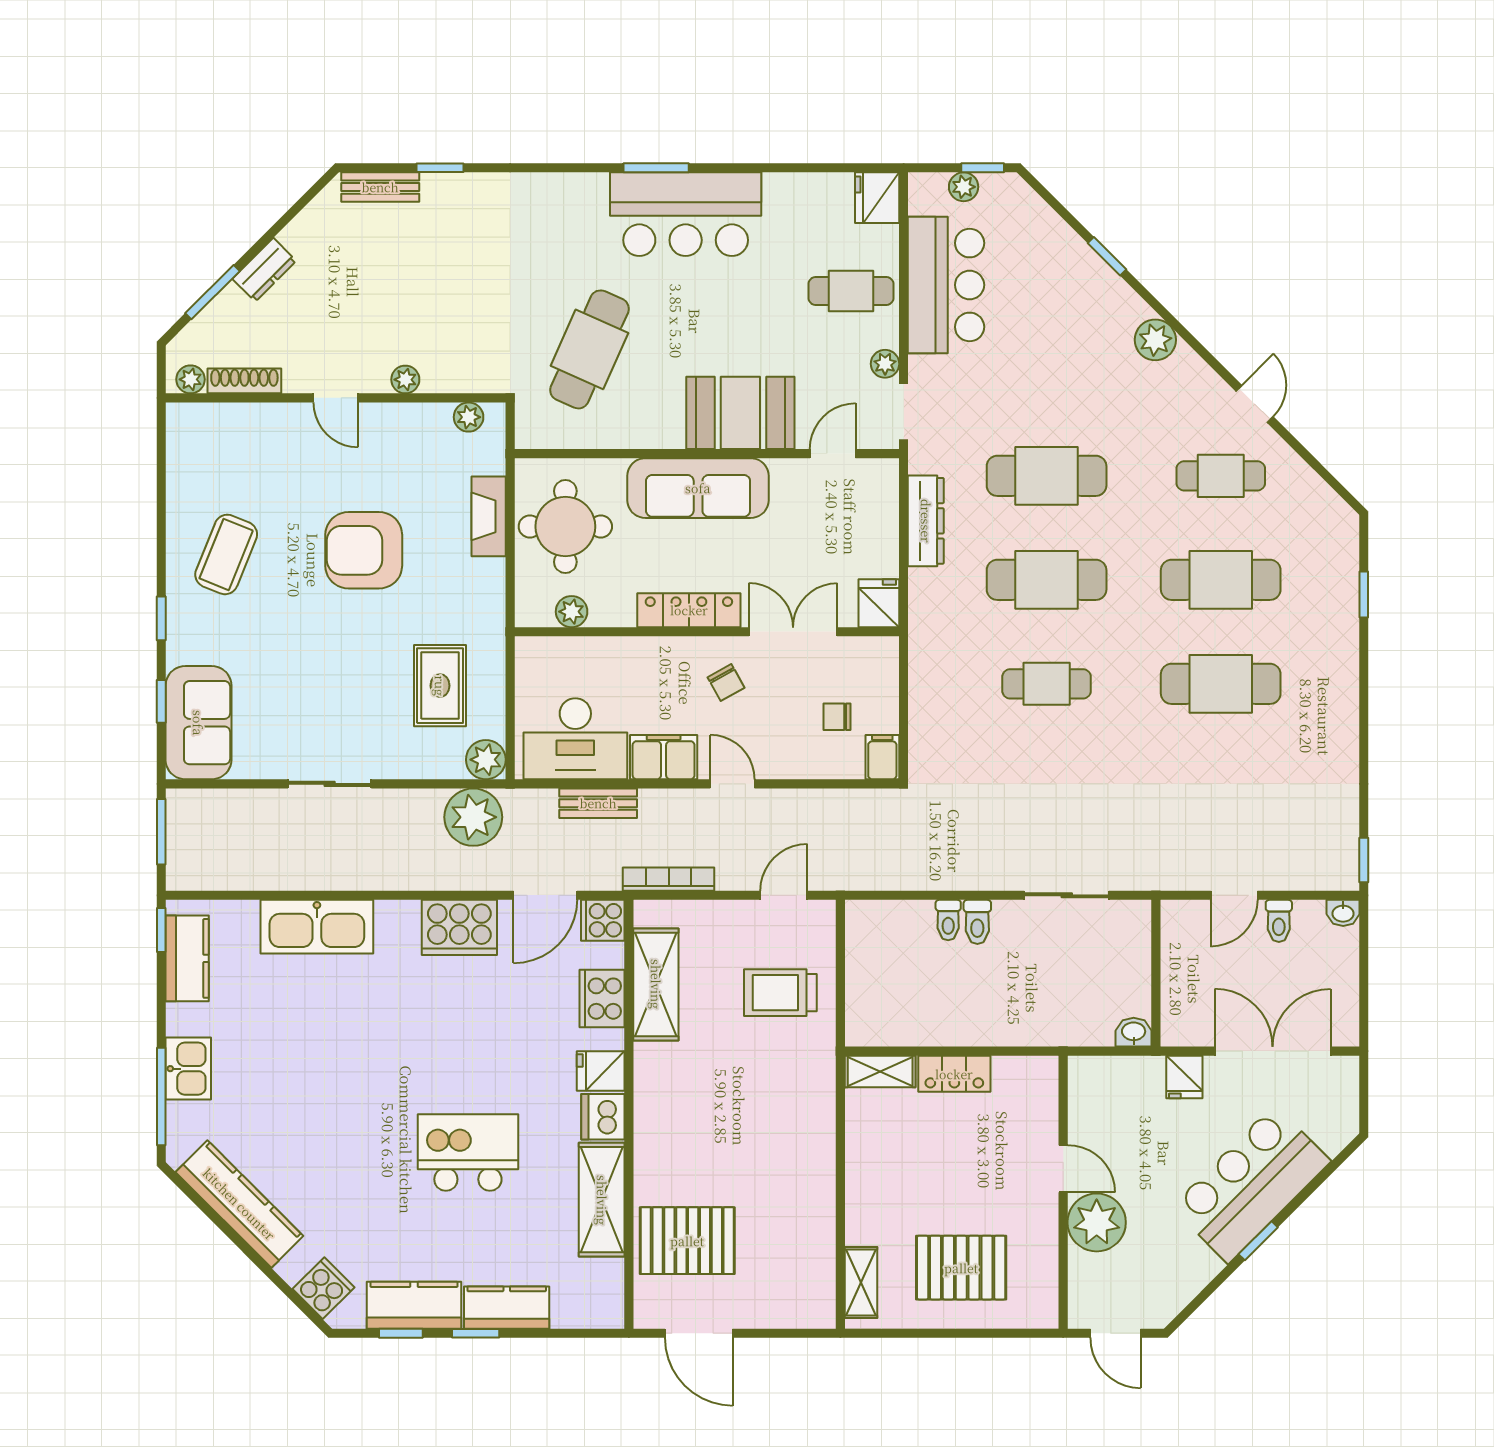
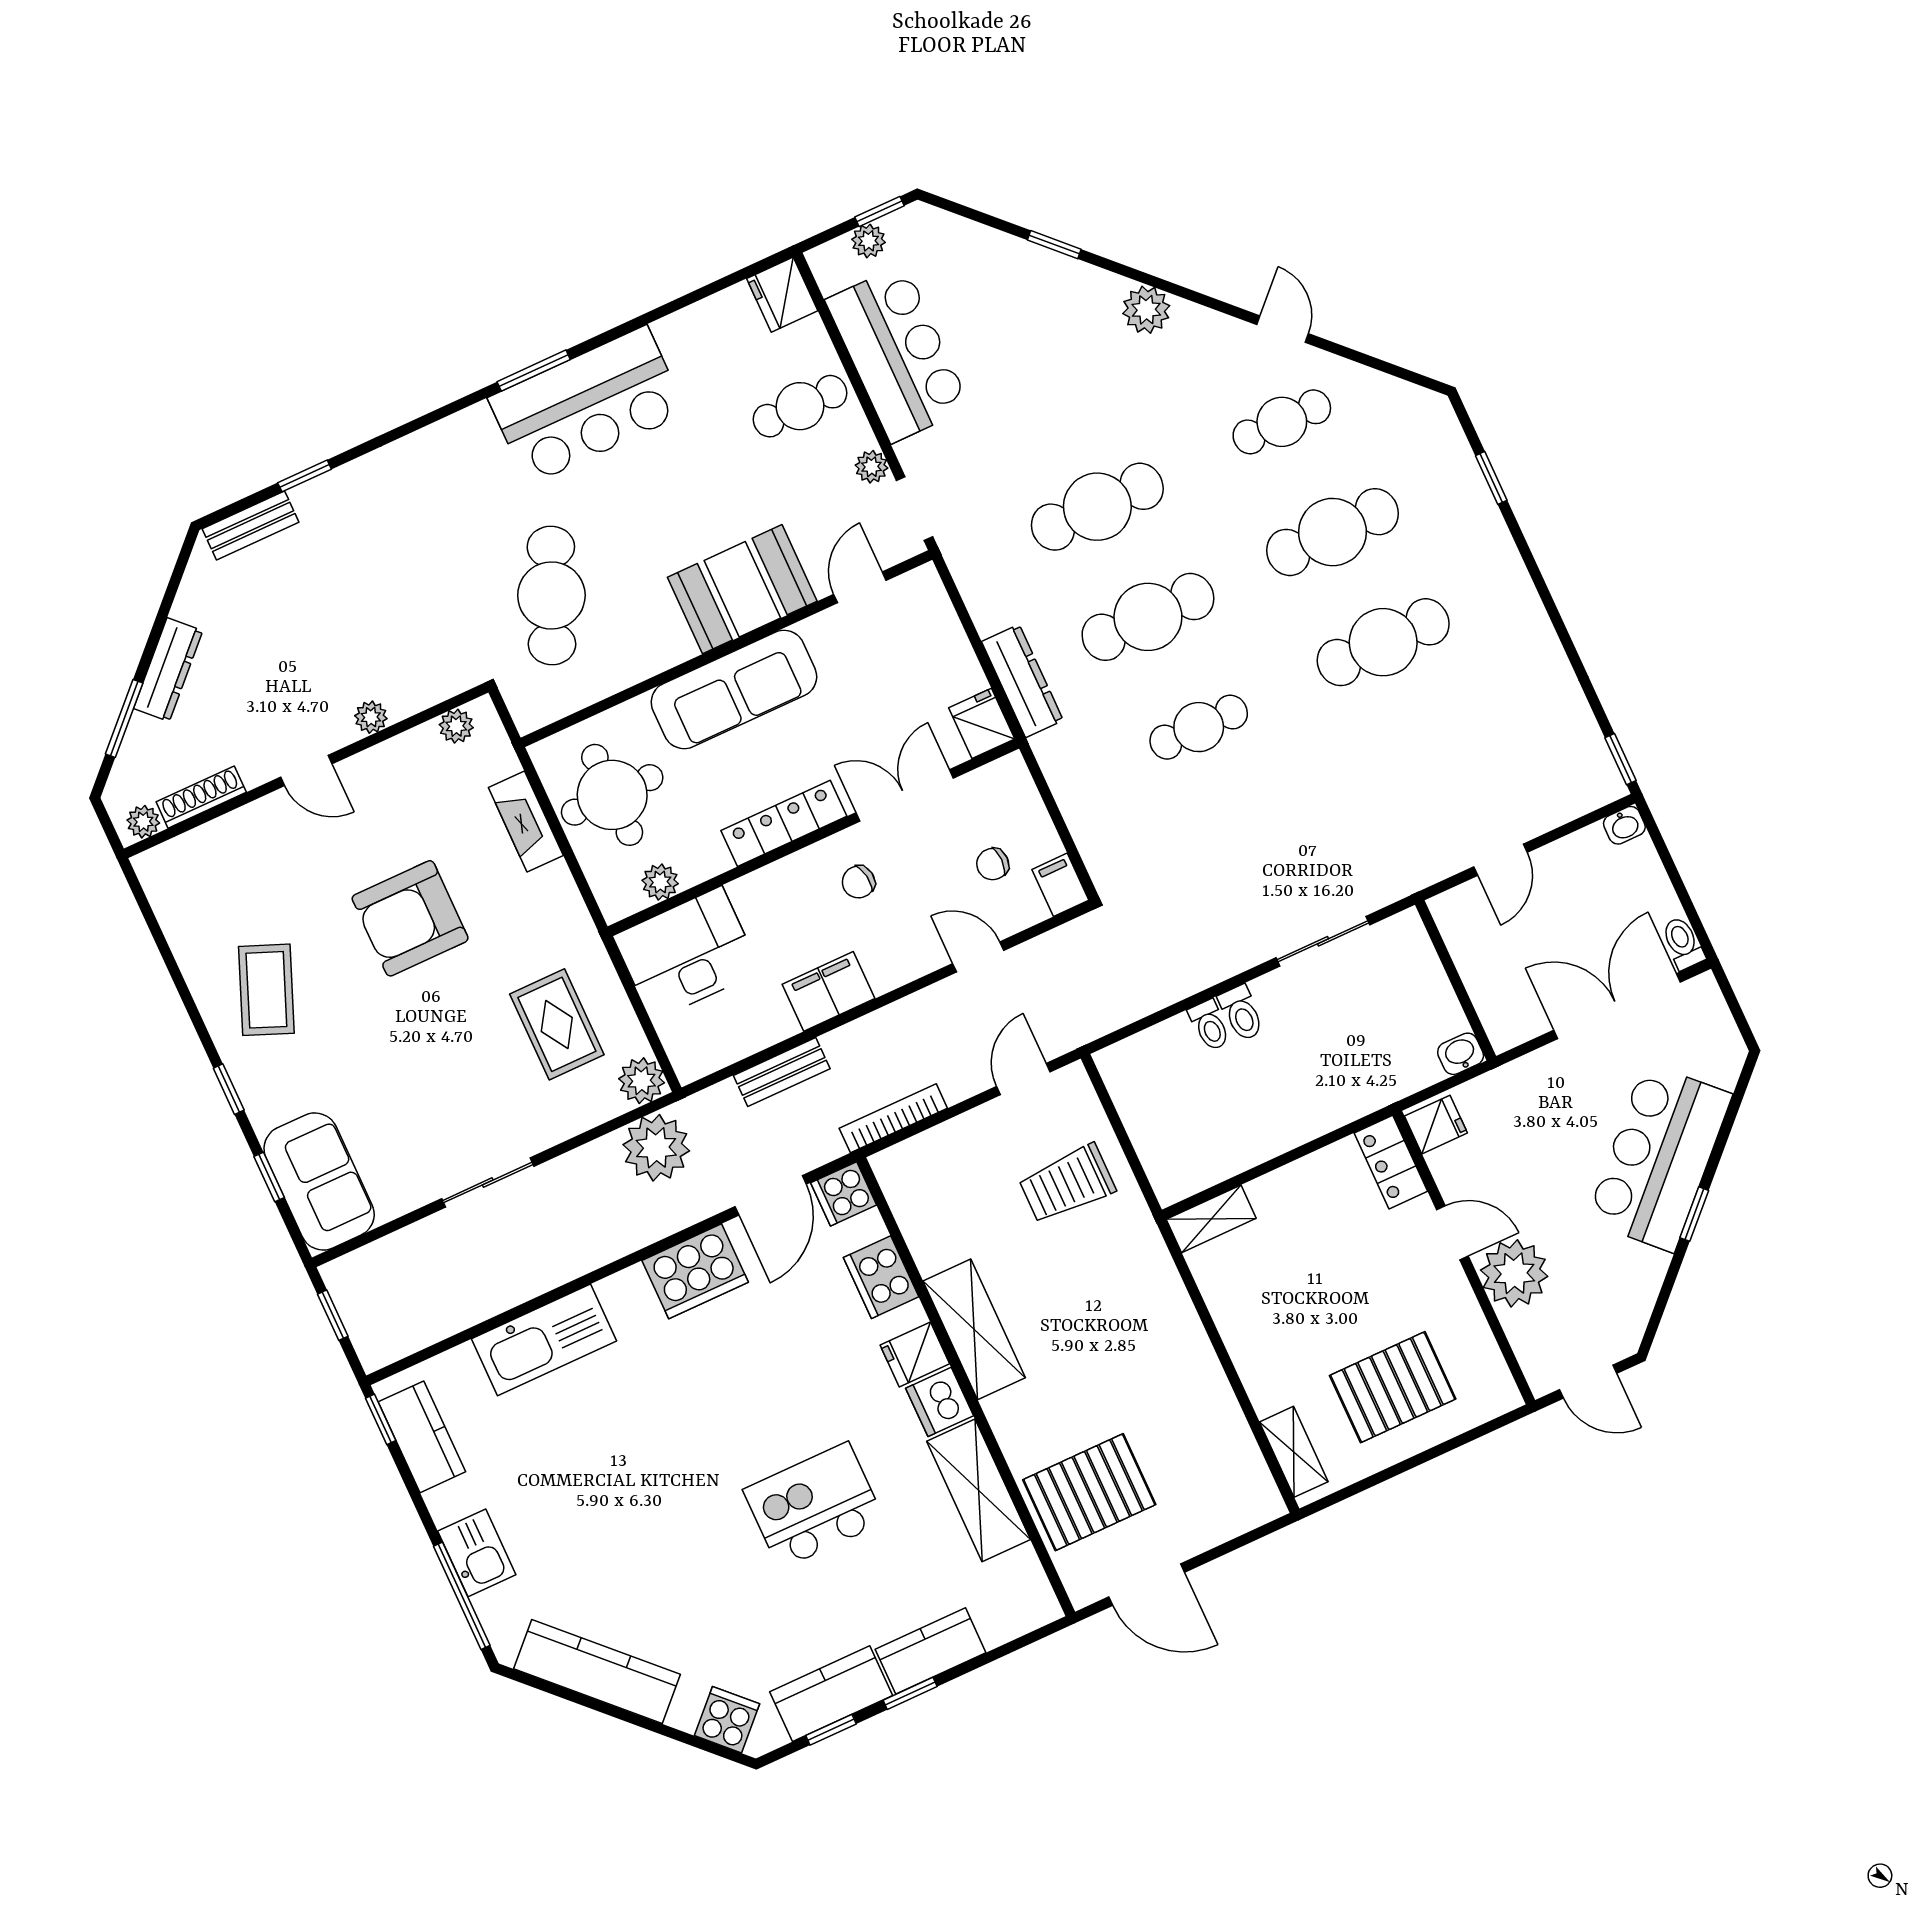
dresser: (264, 270) -> (168, 670), width x1.44
dresser: (926, 521) -> (1022, 681), moved
chair: (726, 683) -> (858, 882), turned 110
desk: (575, 739) -> (687, 954), moved, turned 180
door: (732, 784) -> (978, 957), moved
window: (161, 832) -> (333, 1315), width x0.67
toilet: (1279, 921) -> (1683, 943), moved, turned 180
shelving: (656, 984) -> (974, 1329), moved
locker: (954, 1074) -> (1391, 1162), moved, turned 90
fridge: (1184, 1077) -> (1436, 1125), moved, turned -90

